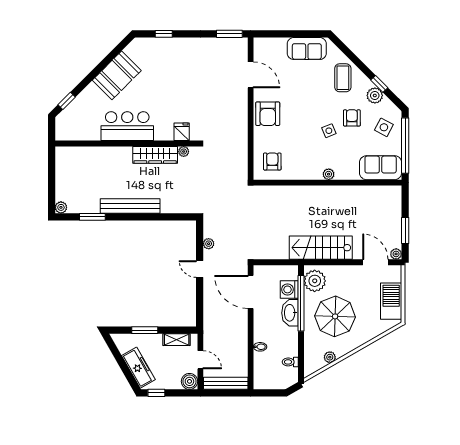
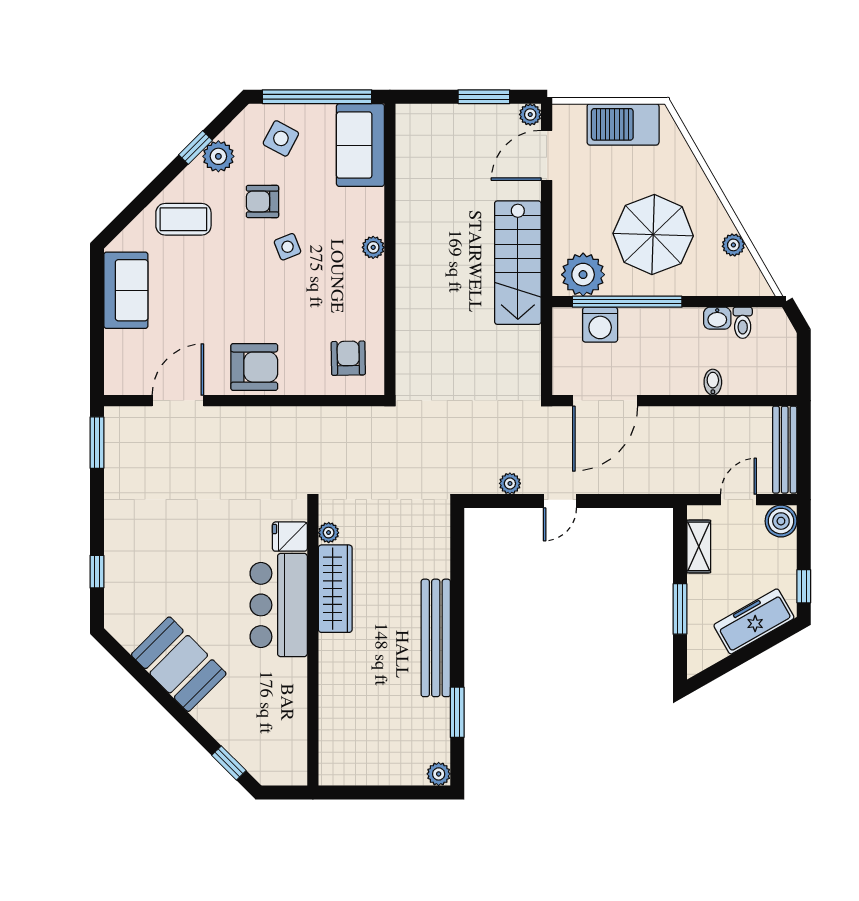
bar counter: (127, 126) -> (279, 605), moved
armchair: (272, 161) -> (348, 358), turned 89
washbasin: (290, 313) -> (717, 318), moved, width x0.52, depth x0.69

